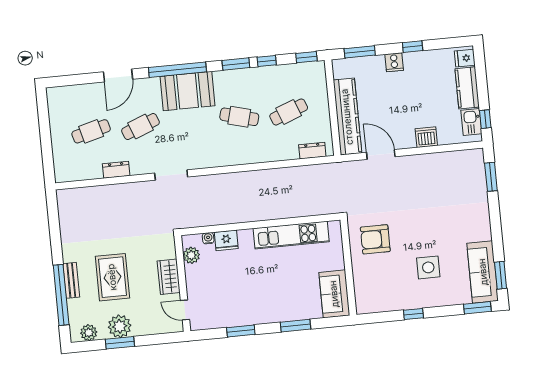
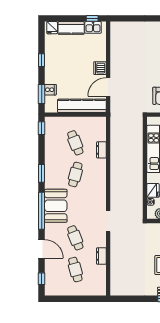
window: (267, 61) -> (42, 279), moved
cooker: (394, 62) -> (50, 90), moved
dishwasher: (426, 137) -> (100, 68), moved
dresser: (312, 151) -> (101, 150), moved
window: (491, 177) -> (129, 18), removed

